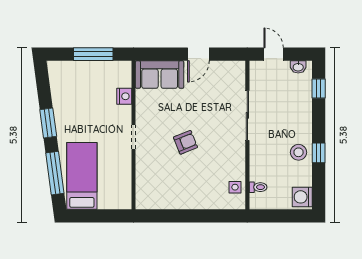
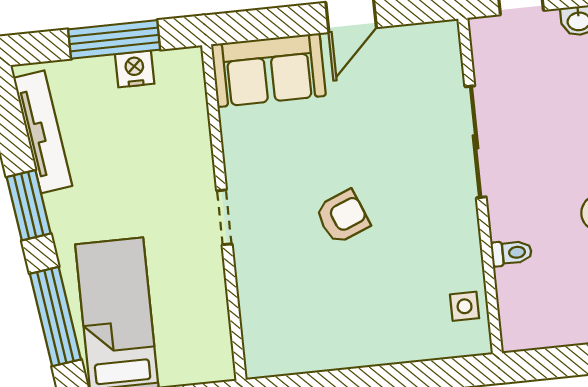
tv unit: (58, 91) -> (43, 132), added
nightstand: (124, 96) -> (135, 69), moved, turned -90
toilet: (258, 187) -> (511, 253), moved

